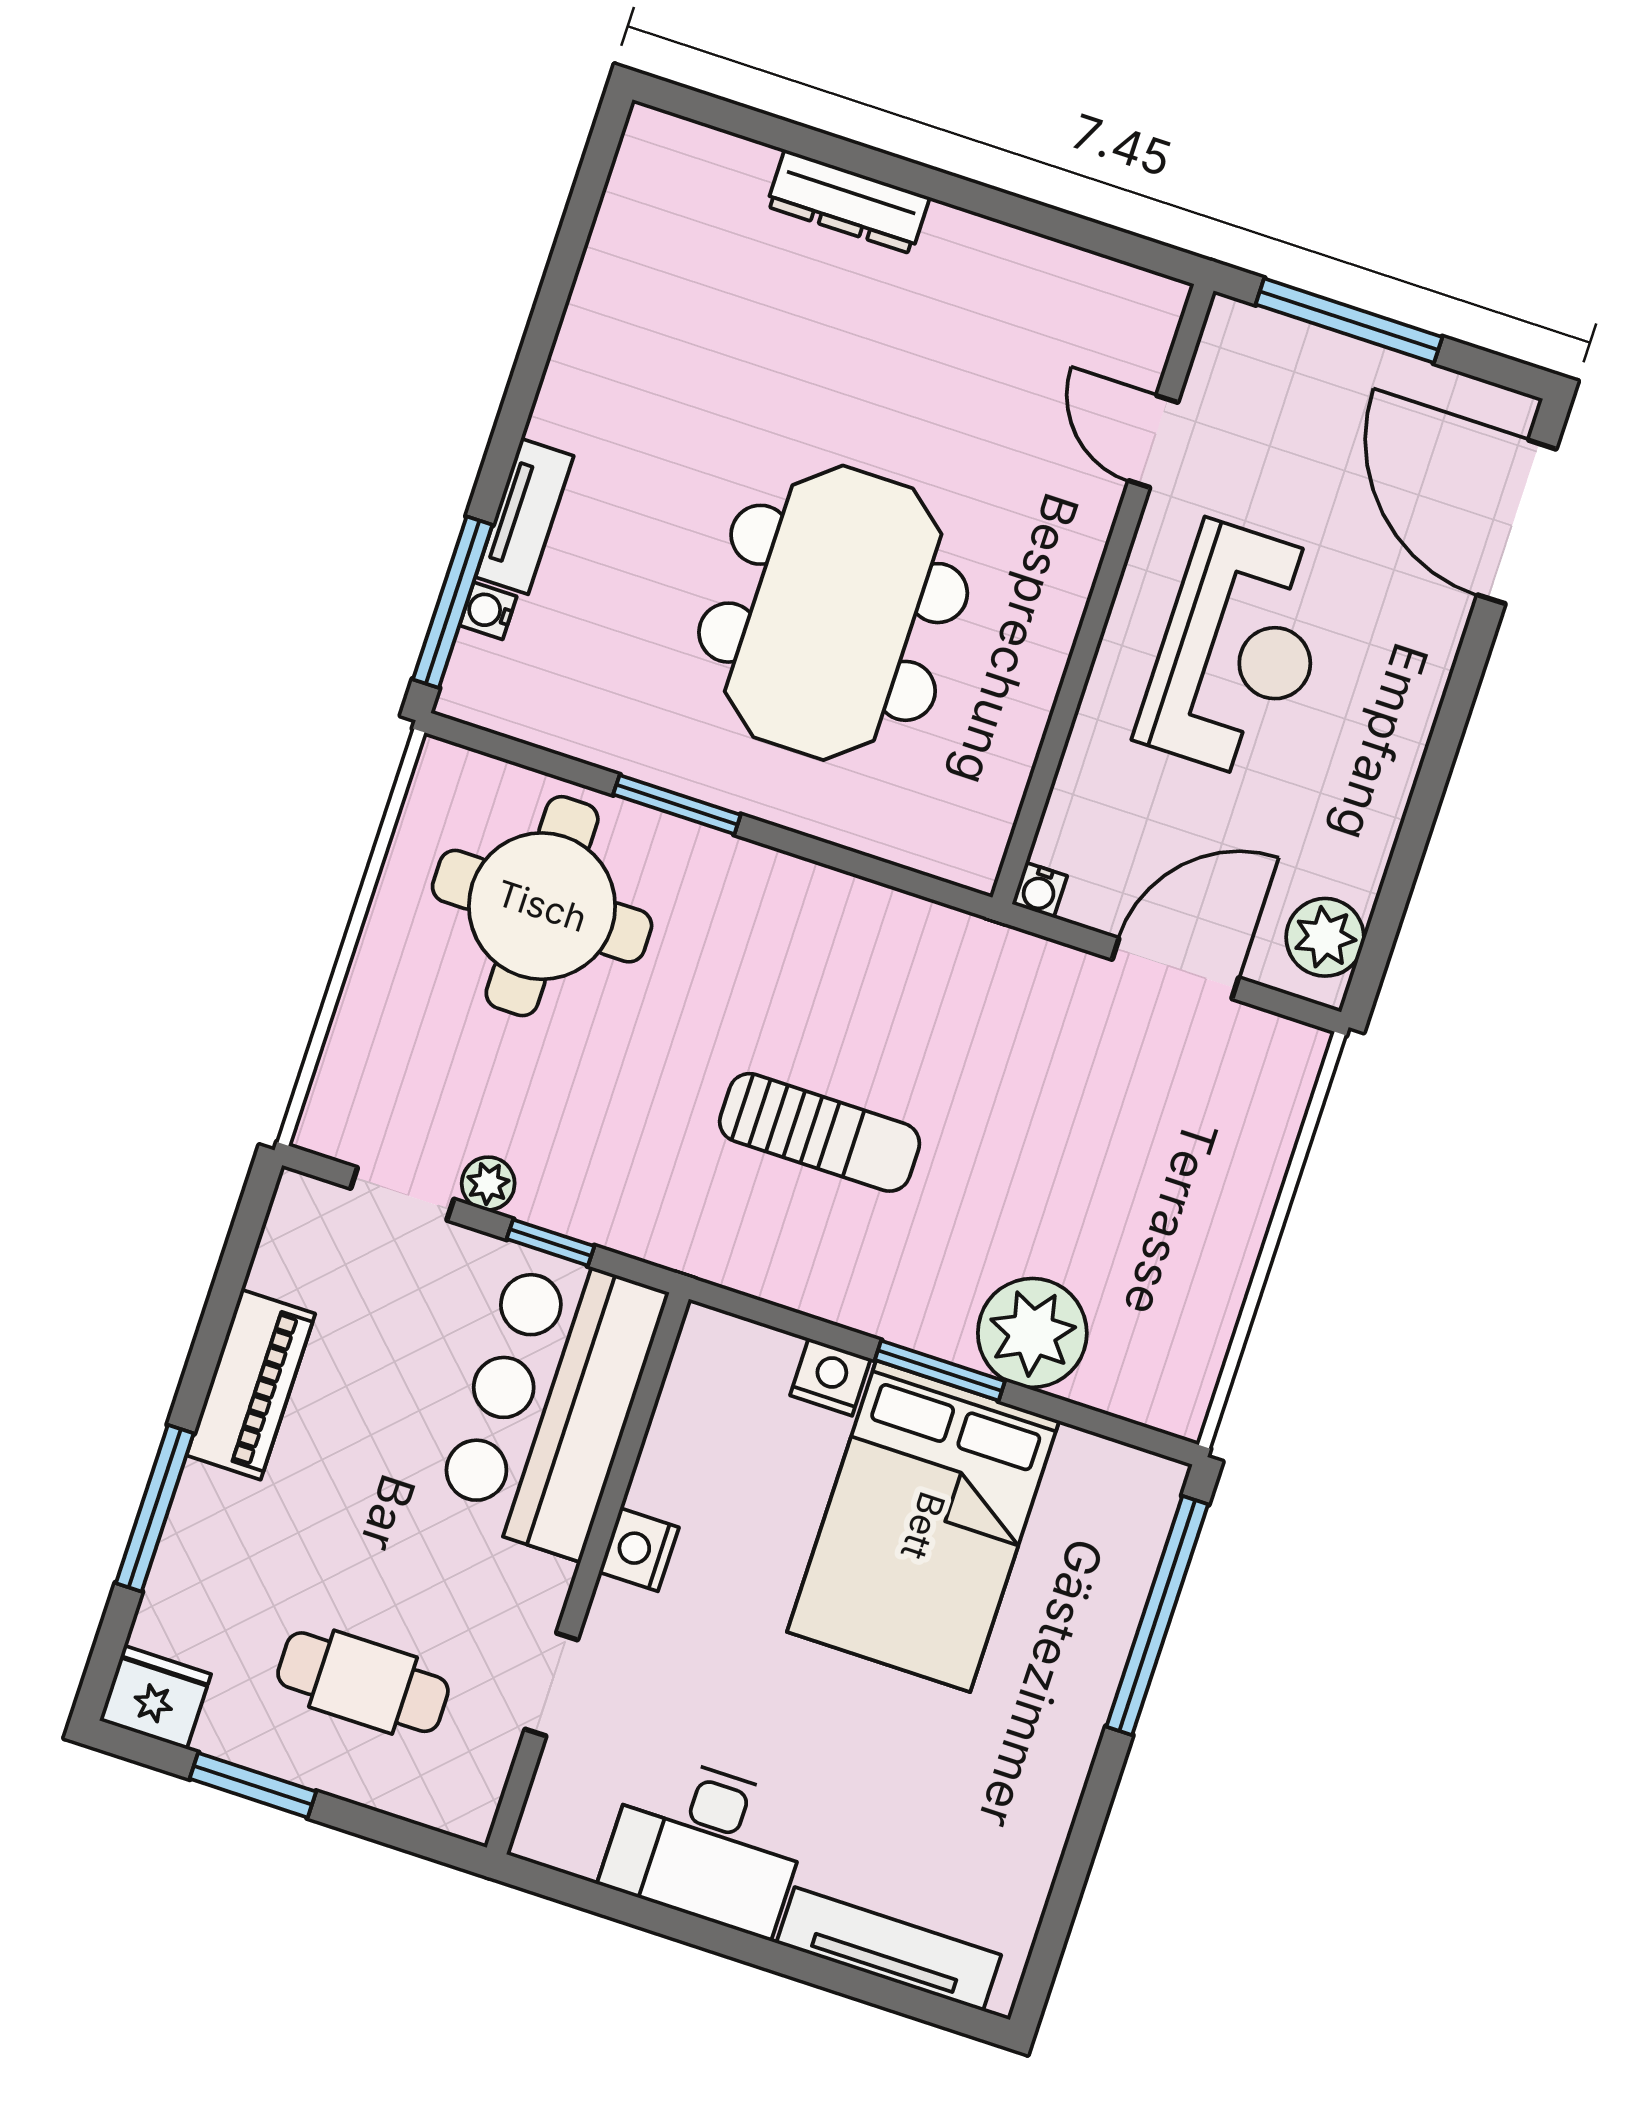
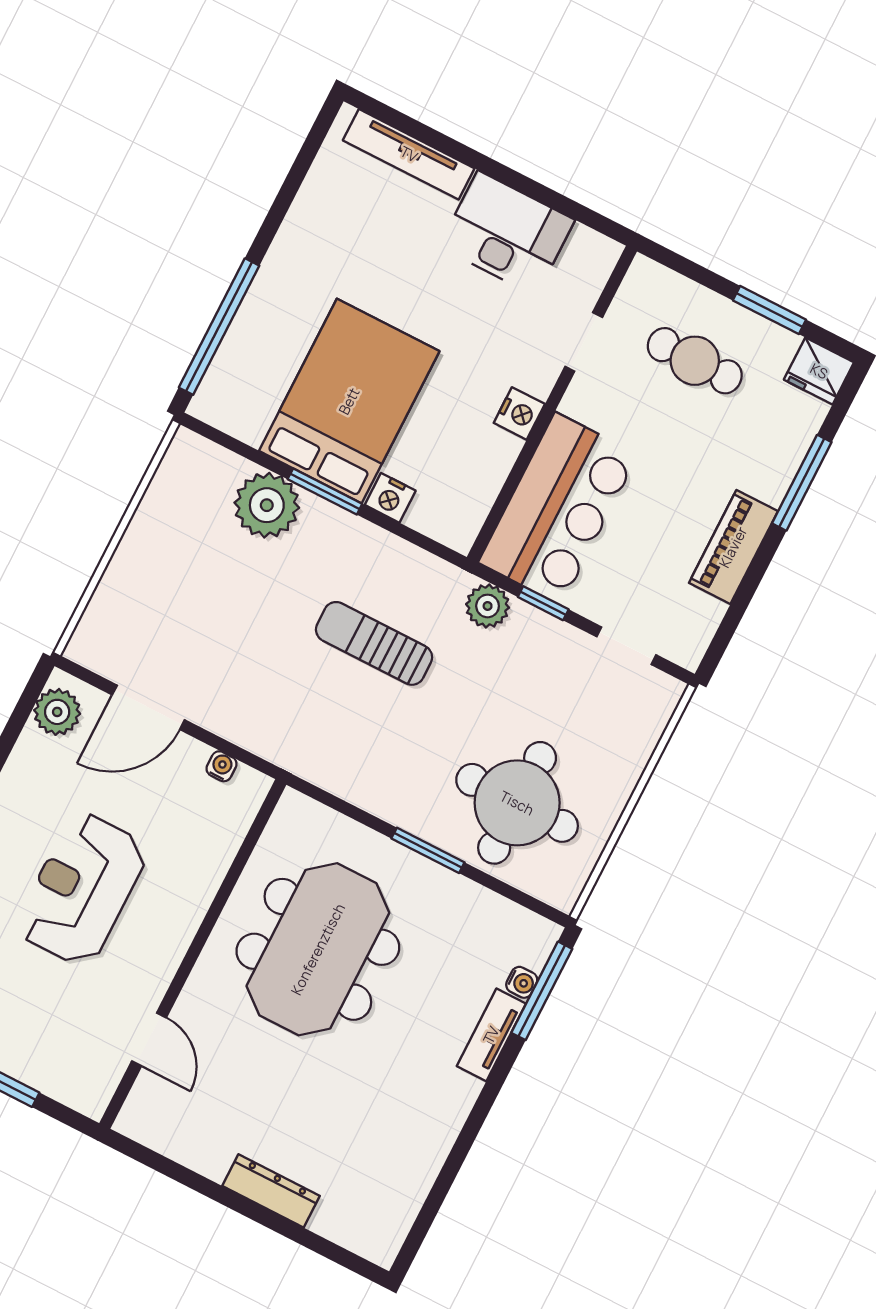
door: (1153, 442) -> (149, 1039), moved
wall: (1103, 594) -> (193, 954), moved
plant: (488, 1184) -> (488, 606), moved, width x1.38, depth x1.38

